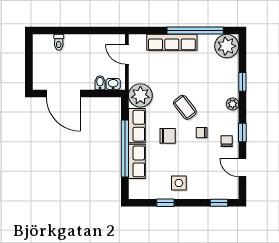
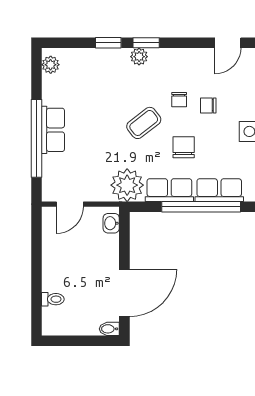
window: (195, 31) -> (37, 138), moved
row of seats: (172, 42) -> (53, 130), width x0.68
plant: (227, 46) -> (51, 65), width x0.53, depth x0.53
bidet: (100, 83) -> (109, 329), moved
window: (242, 133) -> (146, 43), moved
chair: (227, 141) -> (208, 105), moved

